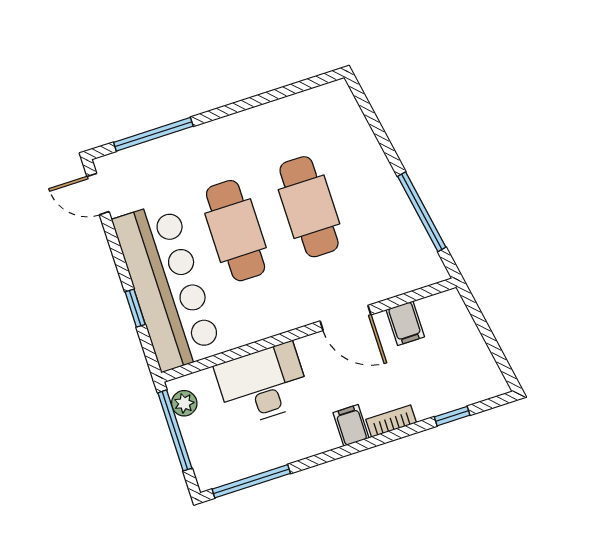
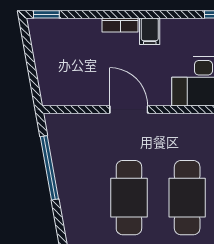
filing cabinet: (405, 323) -> (87, 92), removed
window: (452, 416) -> (46, 14), moved

